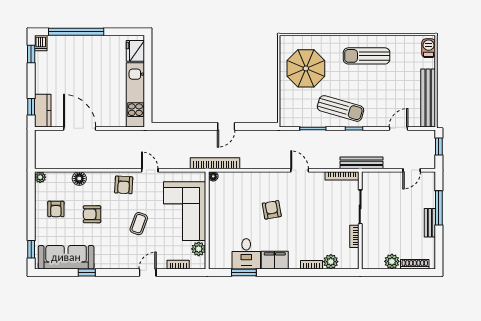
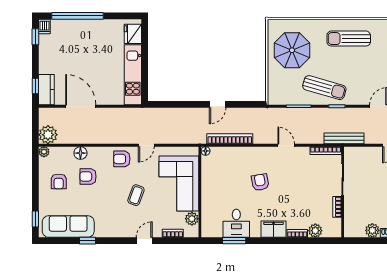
plant: (44, 159) -> (48, 135), added
bookcase: (215, 163) -> (230, 139), moved
door: (150, 170) -> (146, 145), swing flipped
armchair: (124, 185) -> (122, 159), turned 87
armchair: (92, 214) -> (88, 176), moved
filing cabinet: (275, 260) -> (274, 229), moved

